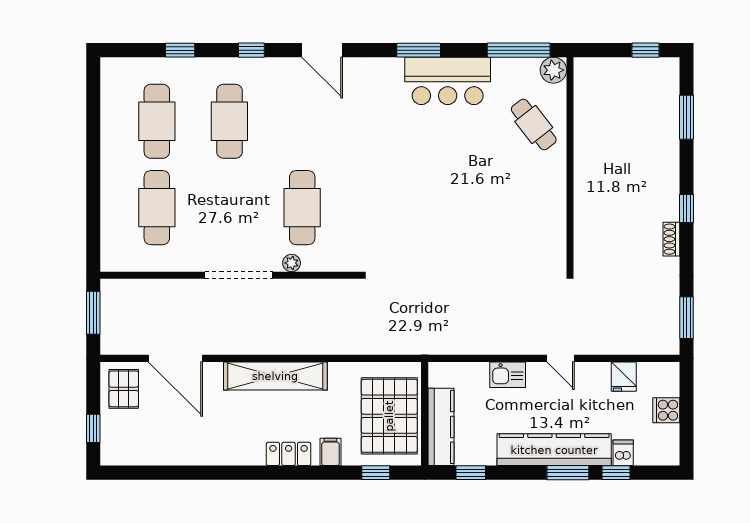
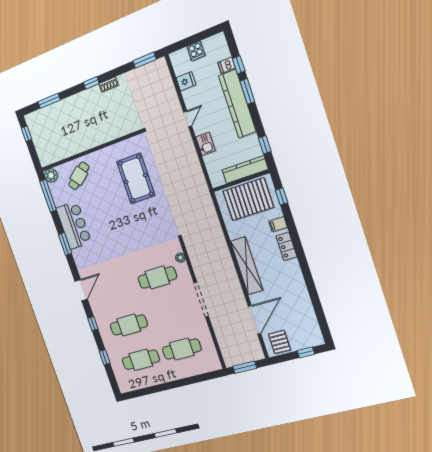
pool table: (492, 230) -> (136, 179), added
plant: (292, 263) -> (180, 258), moved
pallet: (124, 389) -> (279, 342), turned 90

